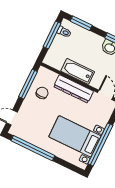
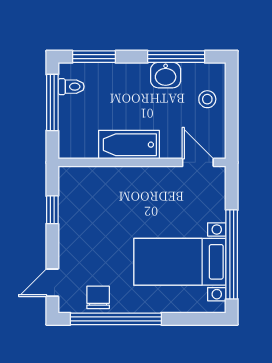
window: (28, 84) -> (52, 210), width x0.46
dresser: (73, 89) -> (137, 179), removed
chair: (42, 93) -> (98, 297), moved

